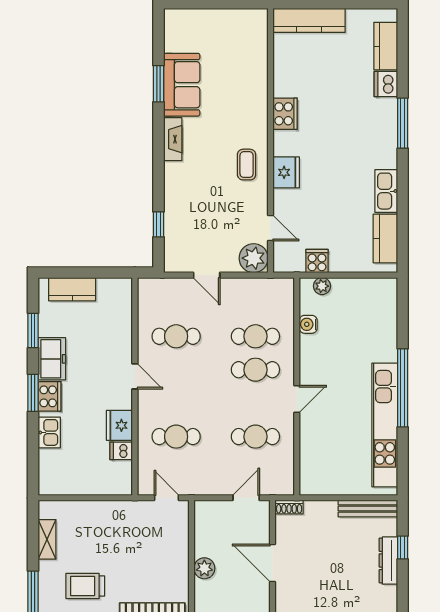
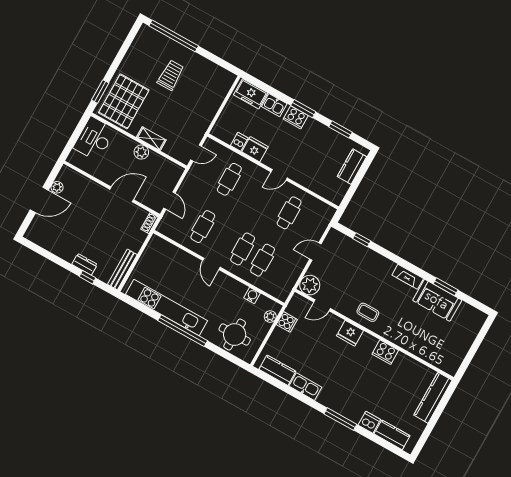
round table: (370, 319) -> (235, 335), added
freezer: (52, 359) -> (251, 94), moved
shelving: (47, 539) -> (151, 139), moved
dresser: (388, 560) -> (85, 264), width x0.70

